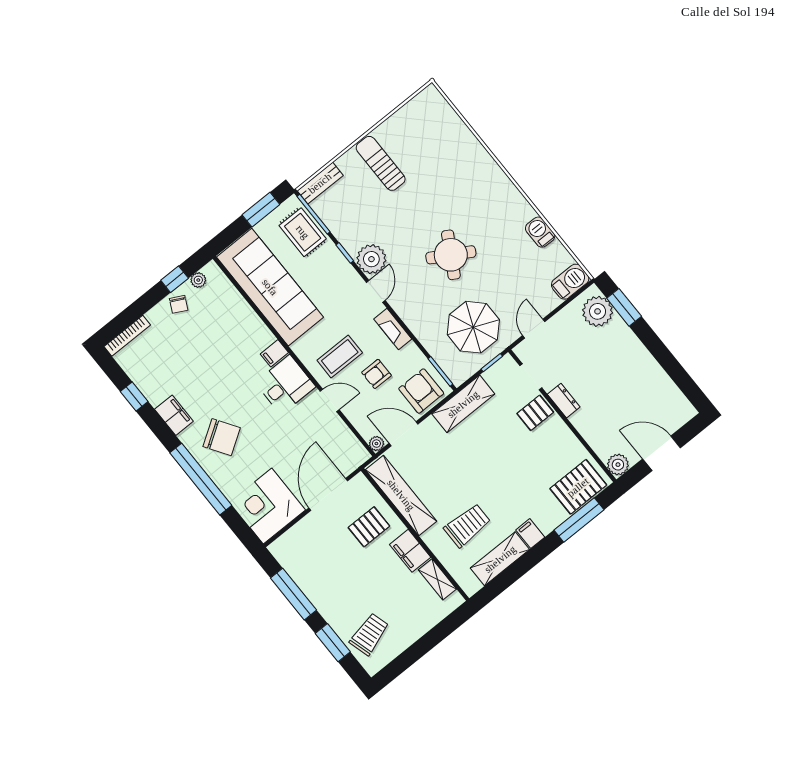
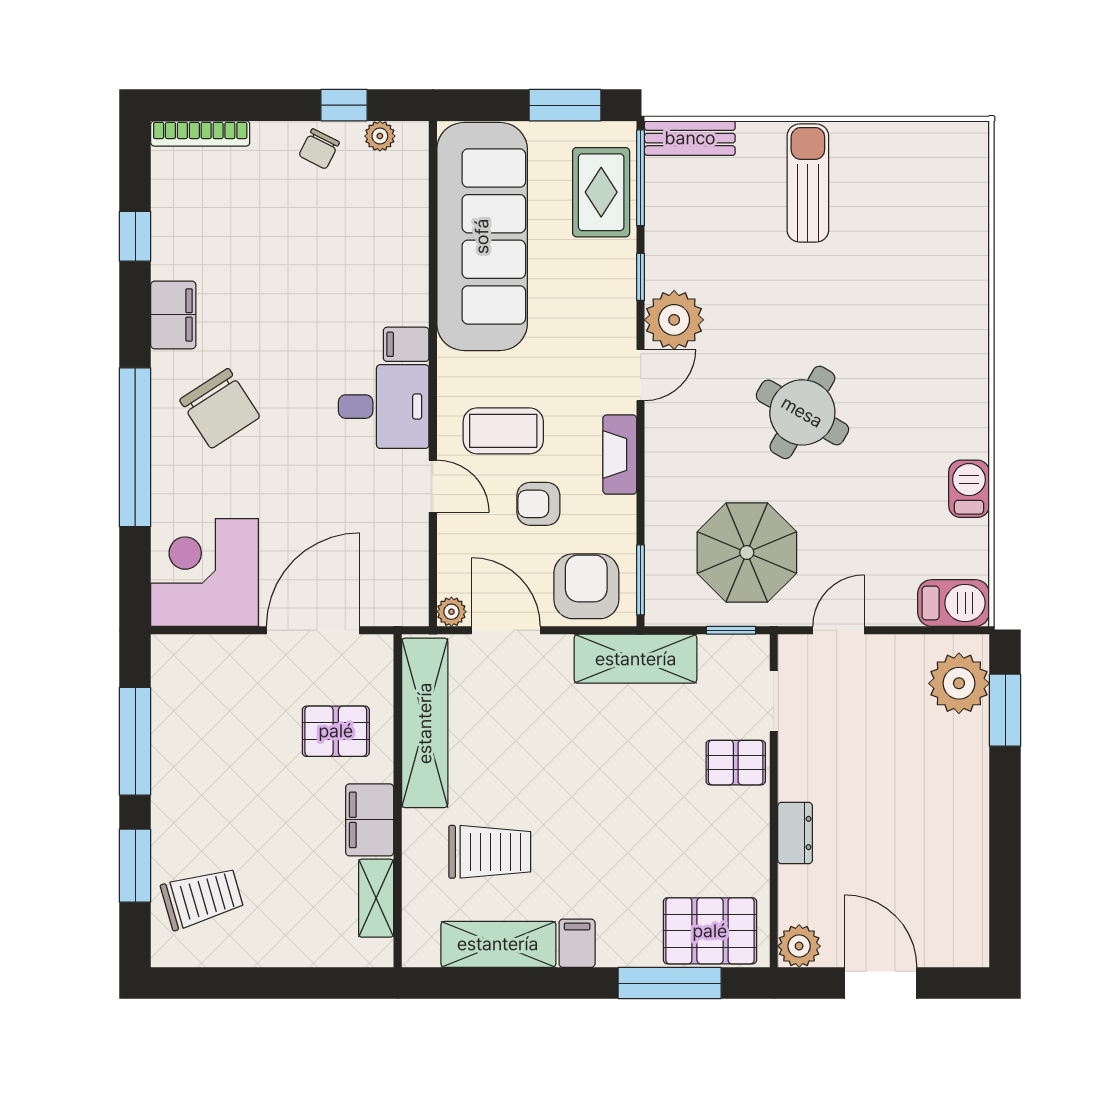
dresser: (564, 401) -> (795, 833), moved

